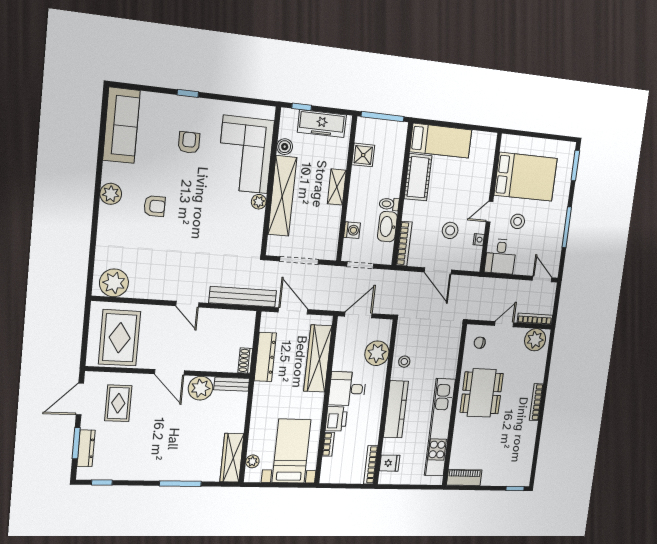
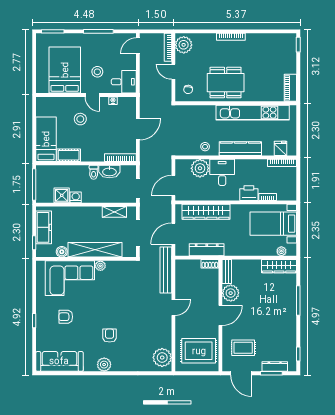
cot: (418, 177) -> (69, 155), width x0.73, depth x0.75
shelving: (337, 187) -> (114, 212), moved
washing machine: (352, 230) -> (76, 197), moved
stool: (450, 230) -> (80, 119), moved
door: (358, 315) -> (173, 186), hinge flipped
desk: (347, 389) -> (222, 172), moved, turned 180

